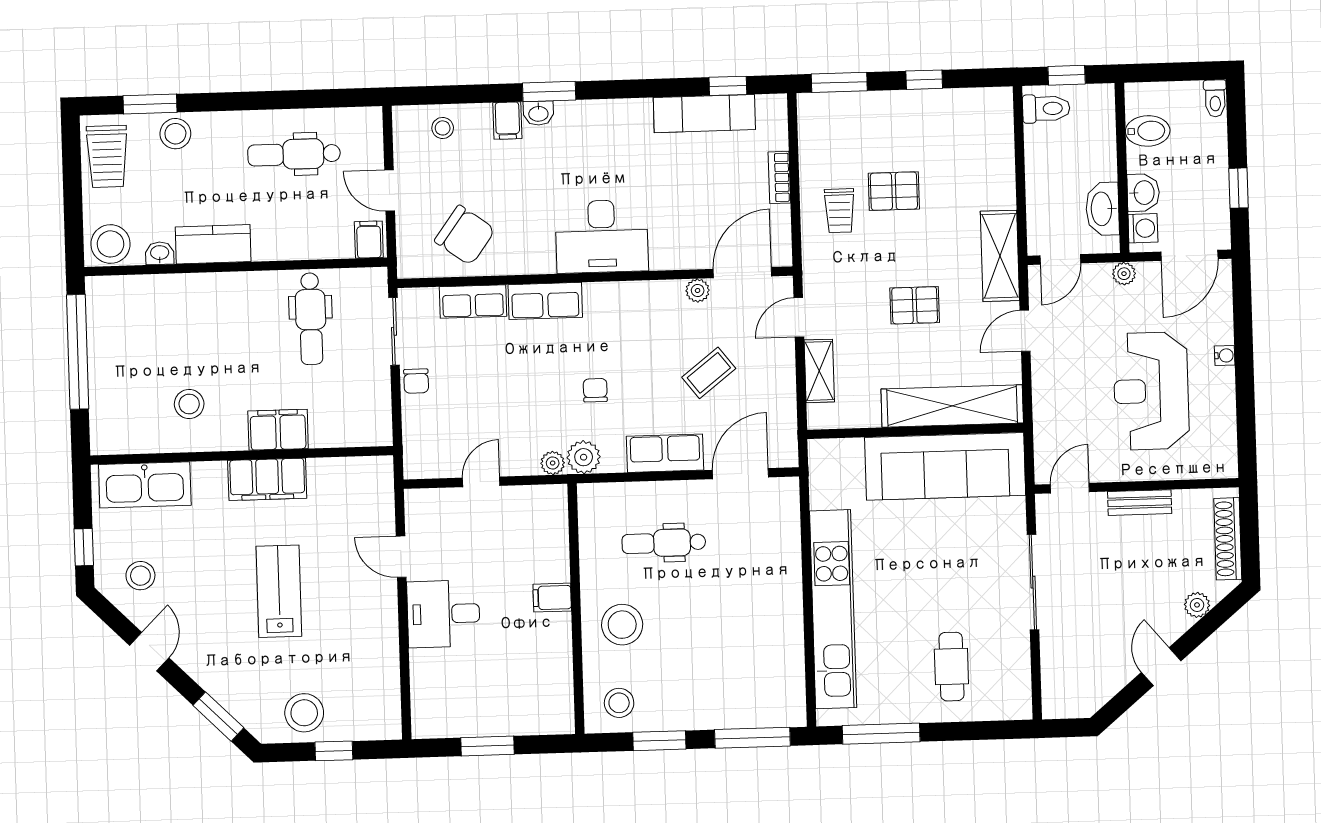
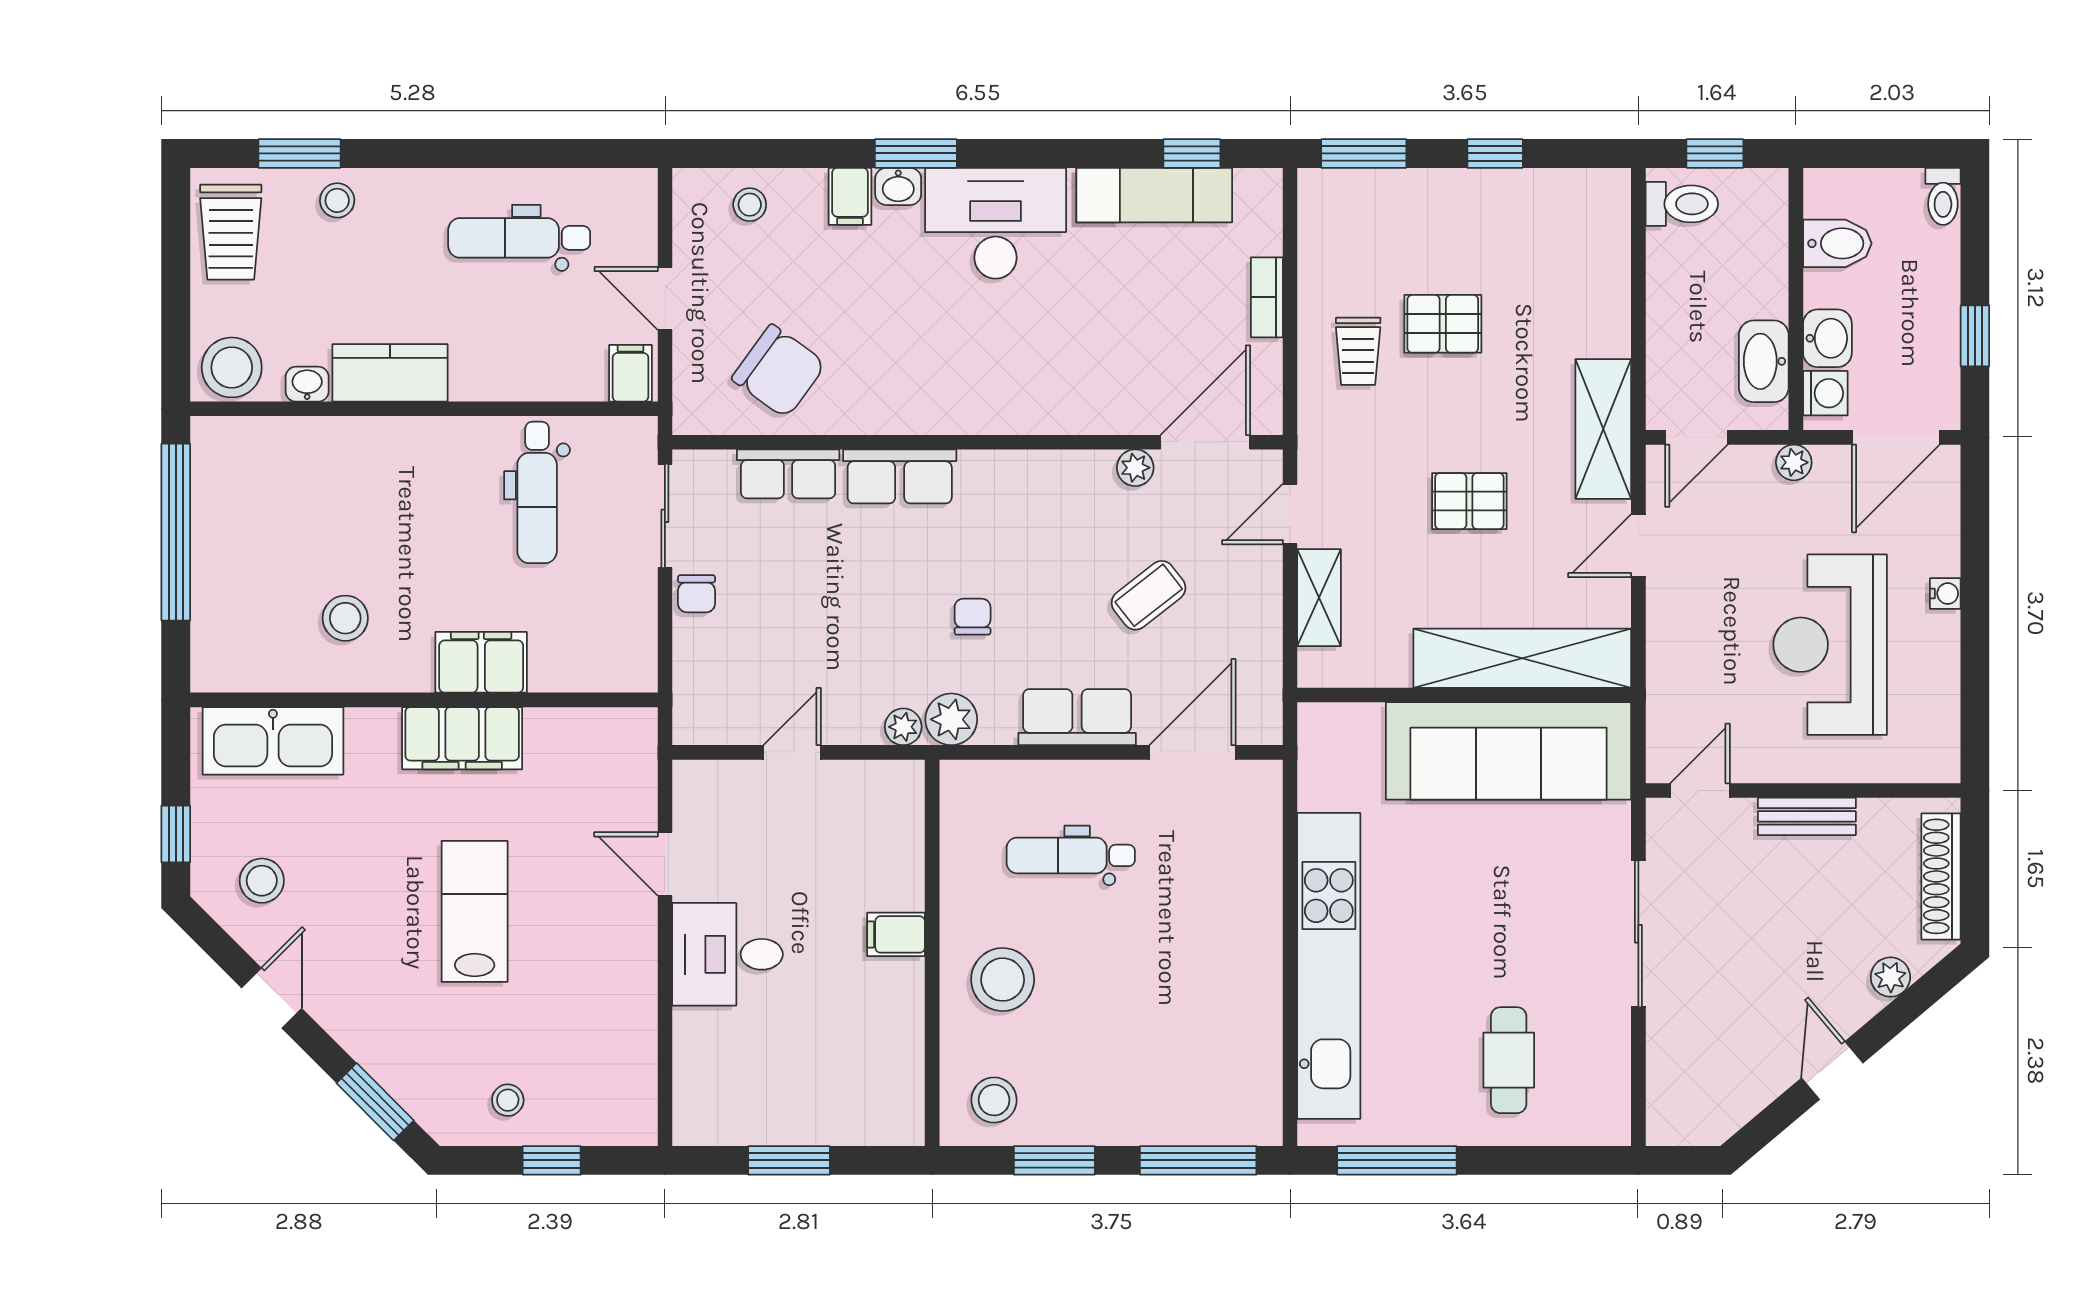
stool: (175, 134) -> (337, 200), width x0.73, depth x0.73
desk: (602, 236) -> (996, 223), moved, turned 180
stool: (304, 713) -> (508, 1100), width x0.53, depth x0.53

